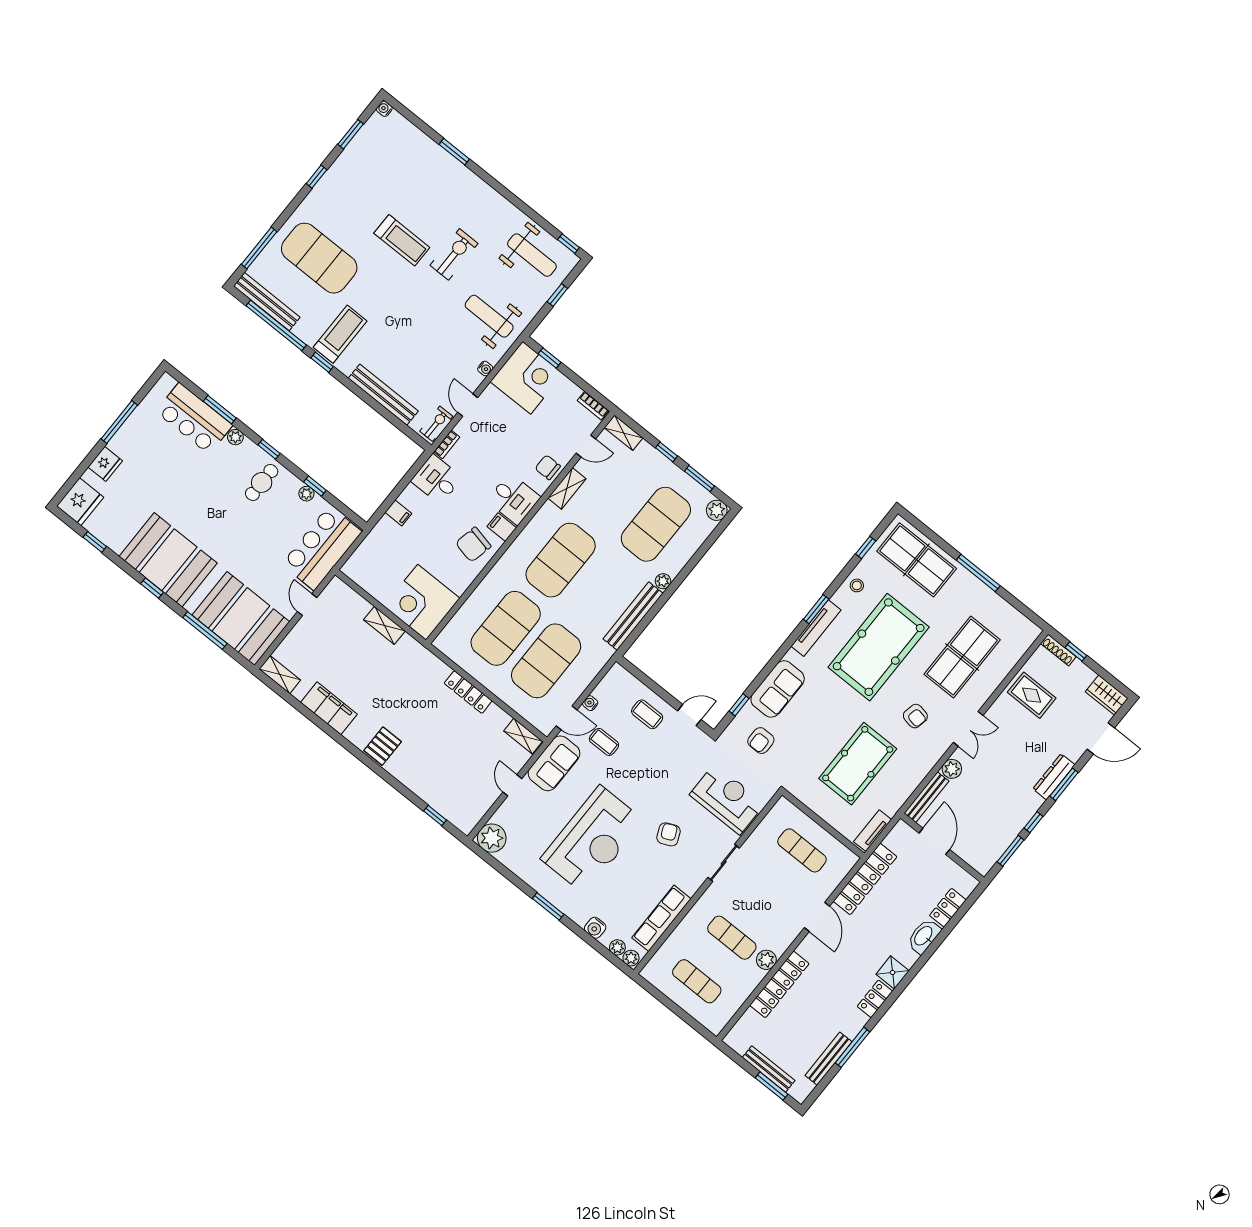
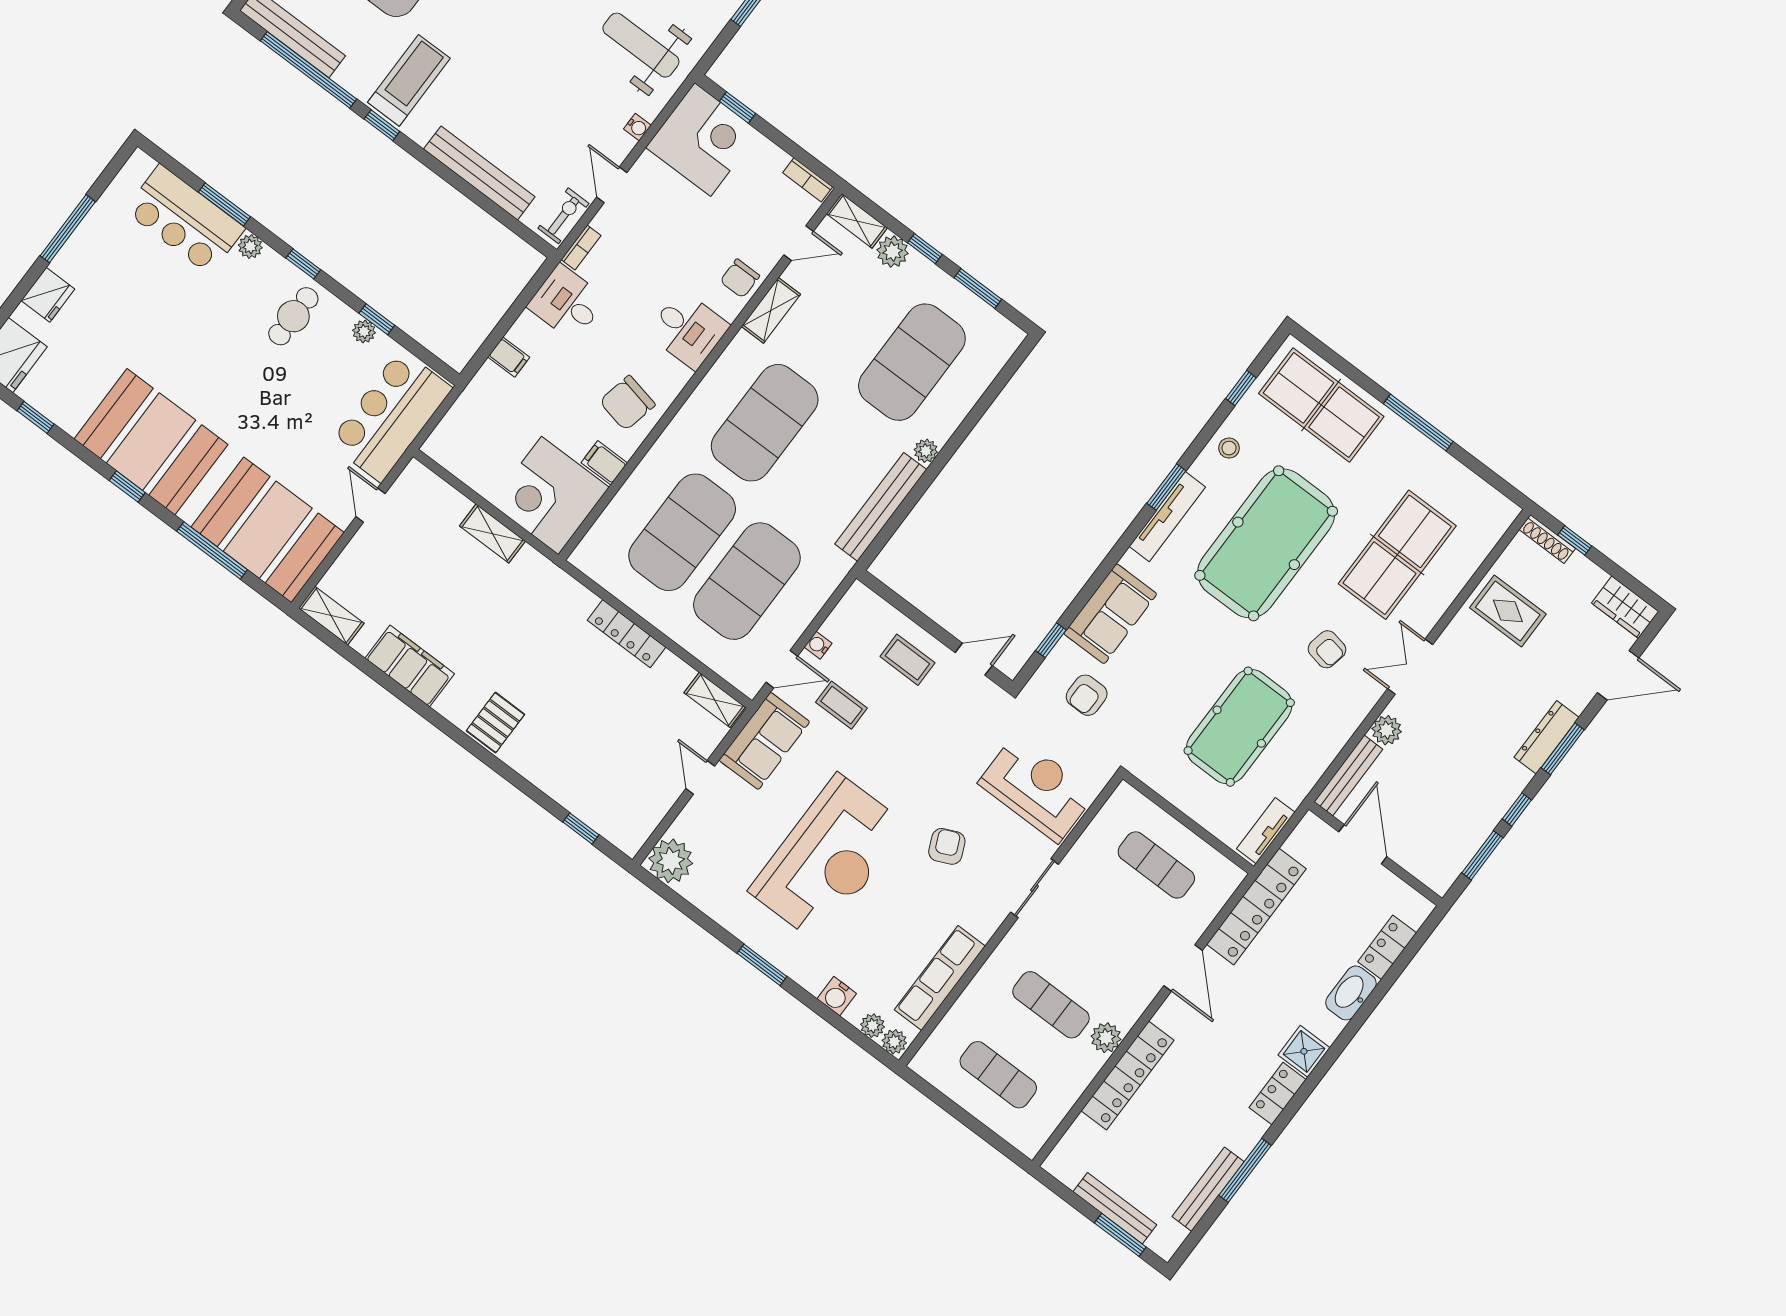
chair: (548, 467) -> (740, 278), turned -90
plant: (717, 510) -> (893, 252), moved
filing cabinet: (502, 527) -> (604, 463), moved
double door: (968, 729) -> (1410, 667), swing flipped

